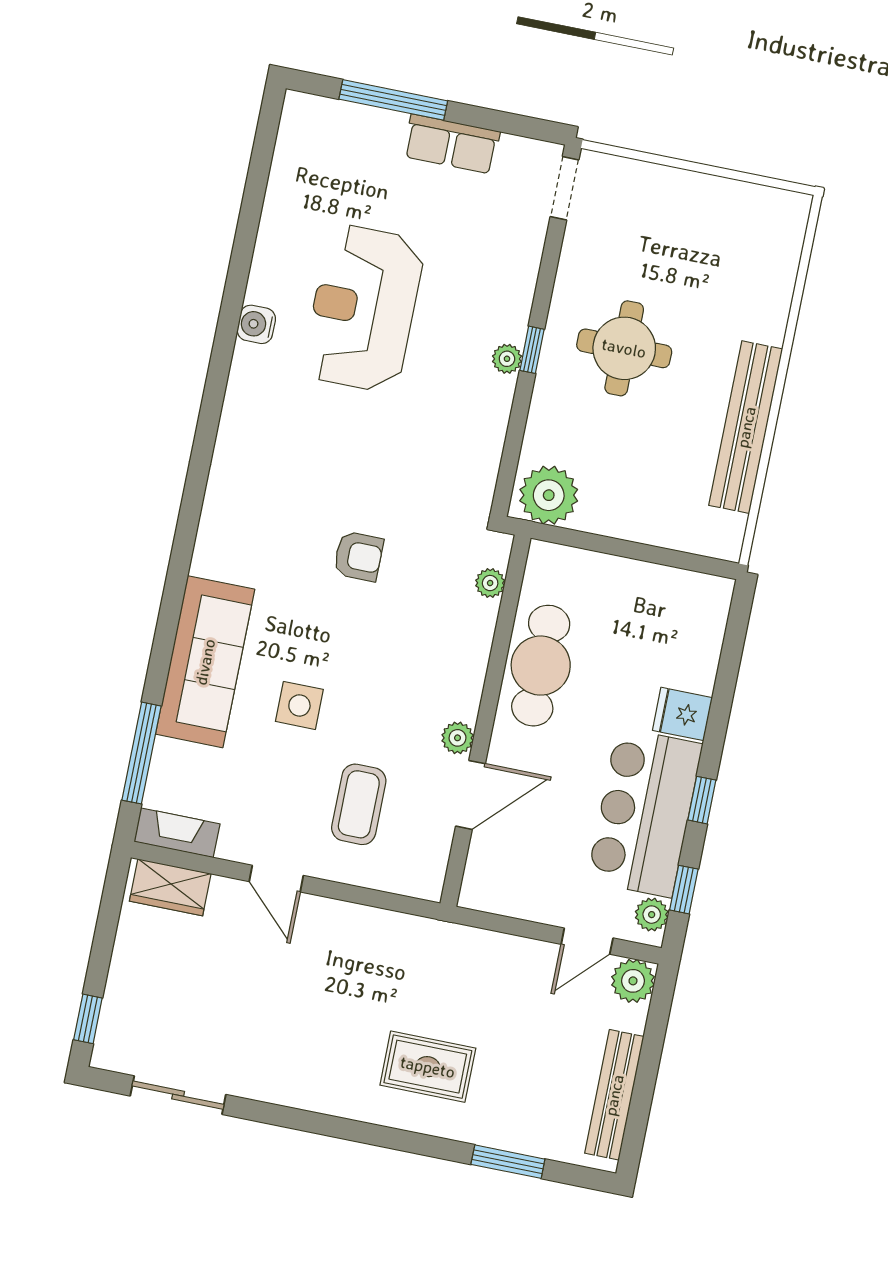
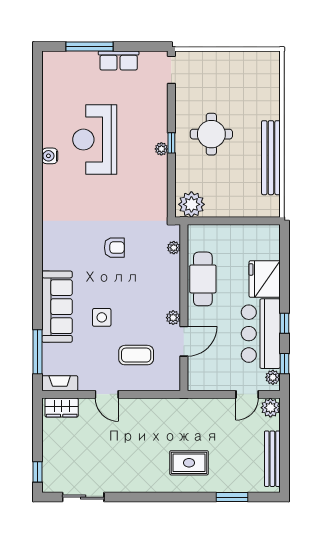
fridge: (682, 714) -> (265, 279), width x1.88, depth x1.34
coffee table: (359, 804) -> (136, 355), turned 90

